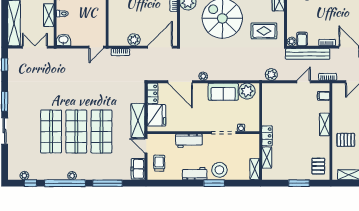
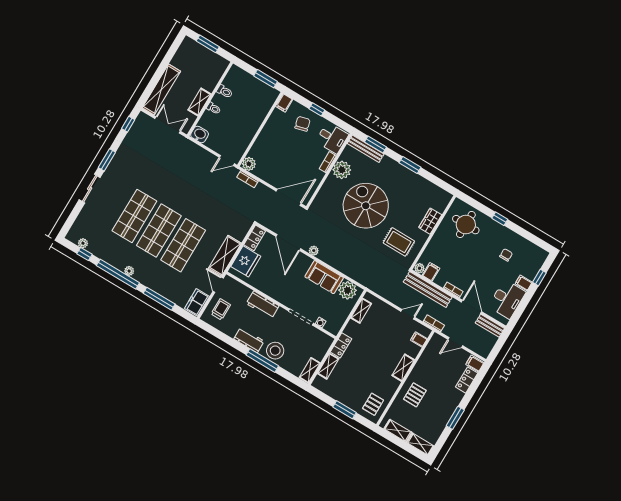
plant: (134, 40) -> (249, 164), moved
plant: (271, 75) -> (381, 288), removed
shelving: (267, 100) -> (361, 311), added
pallet: (346, 140) -> (415, 395), turned 90
window: (214, 183) -> (262, 360), width x1.44

